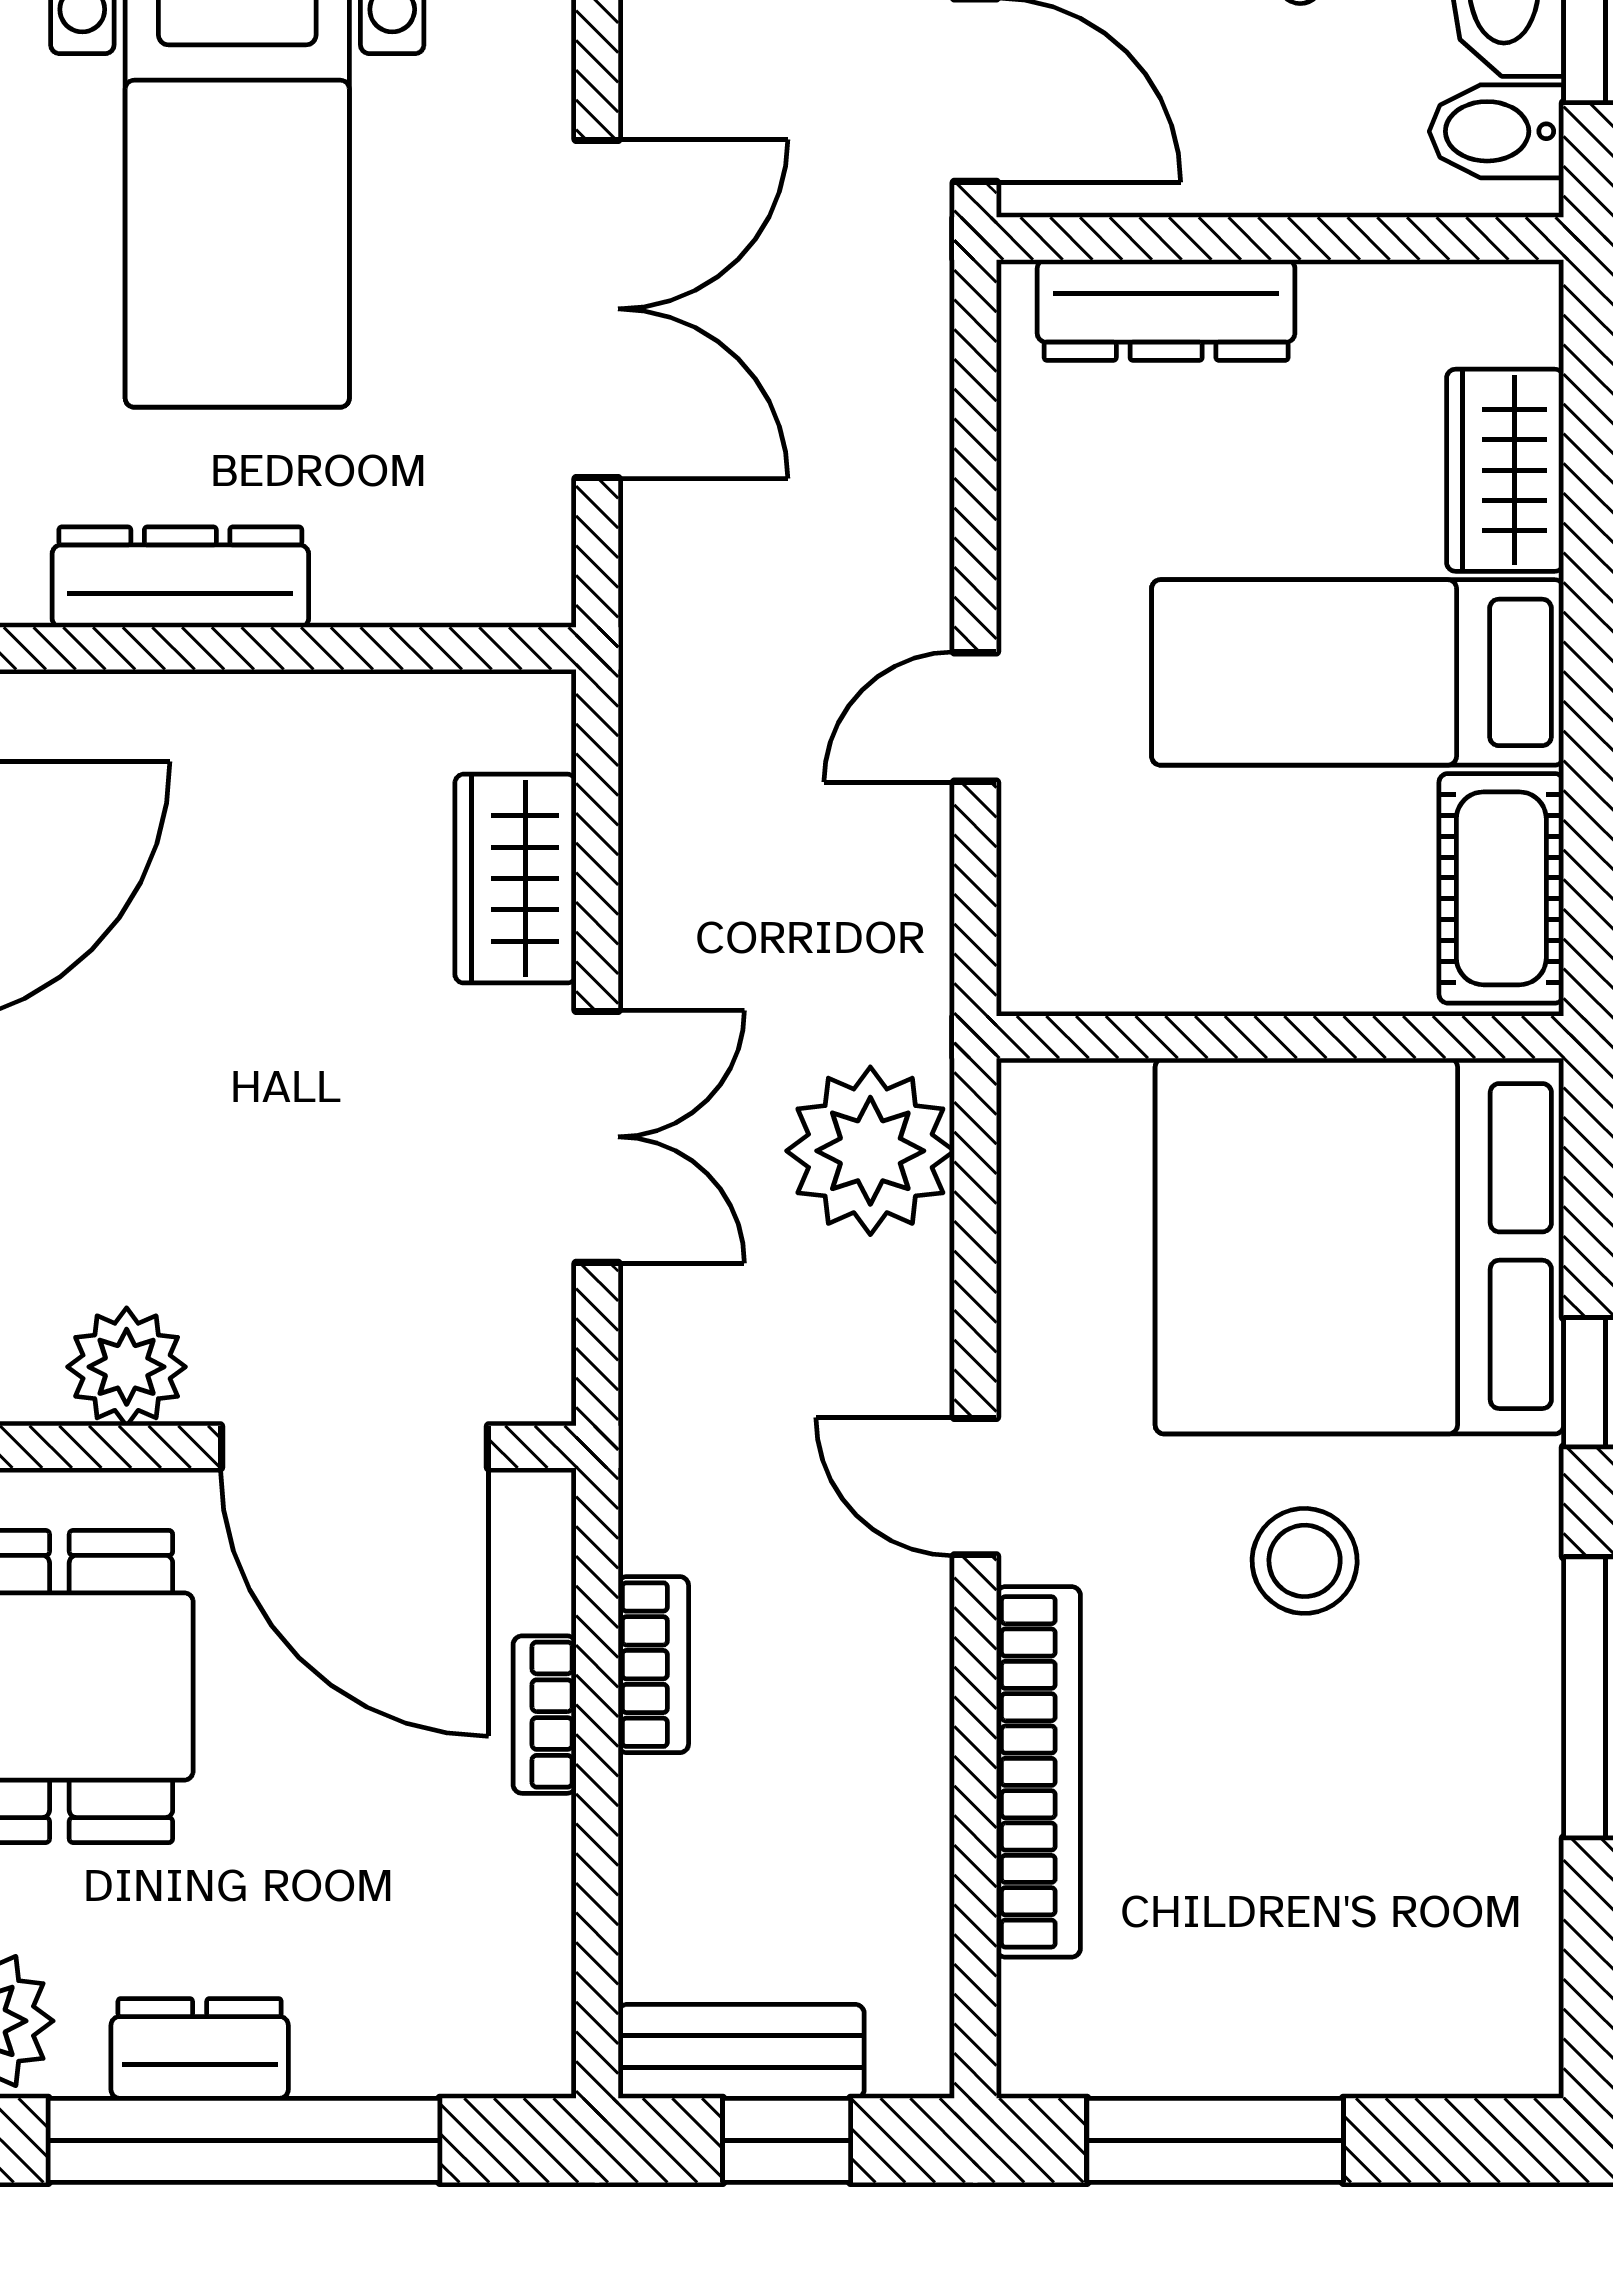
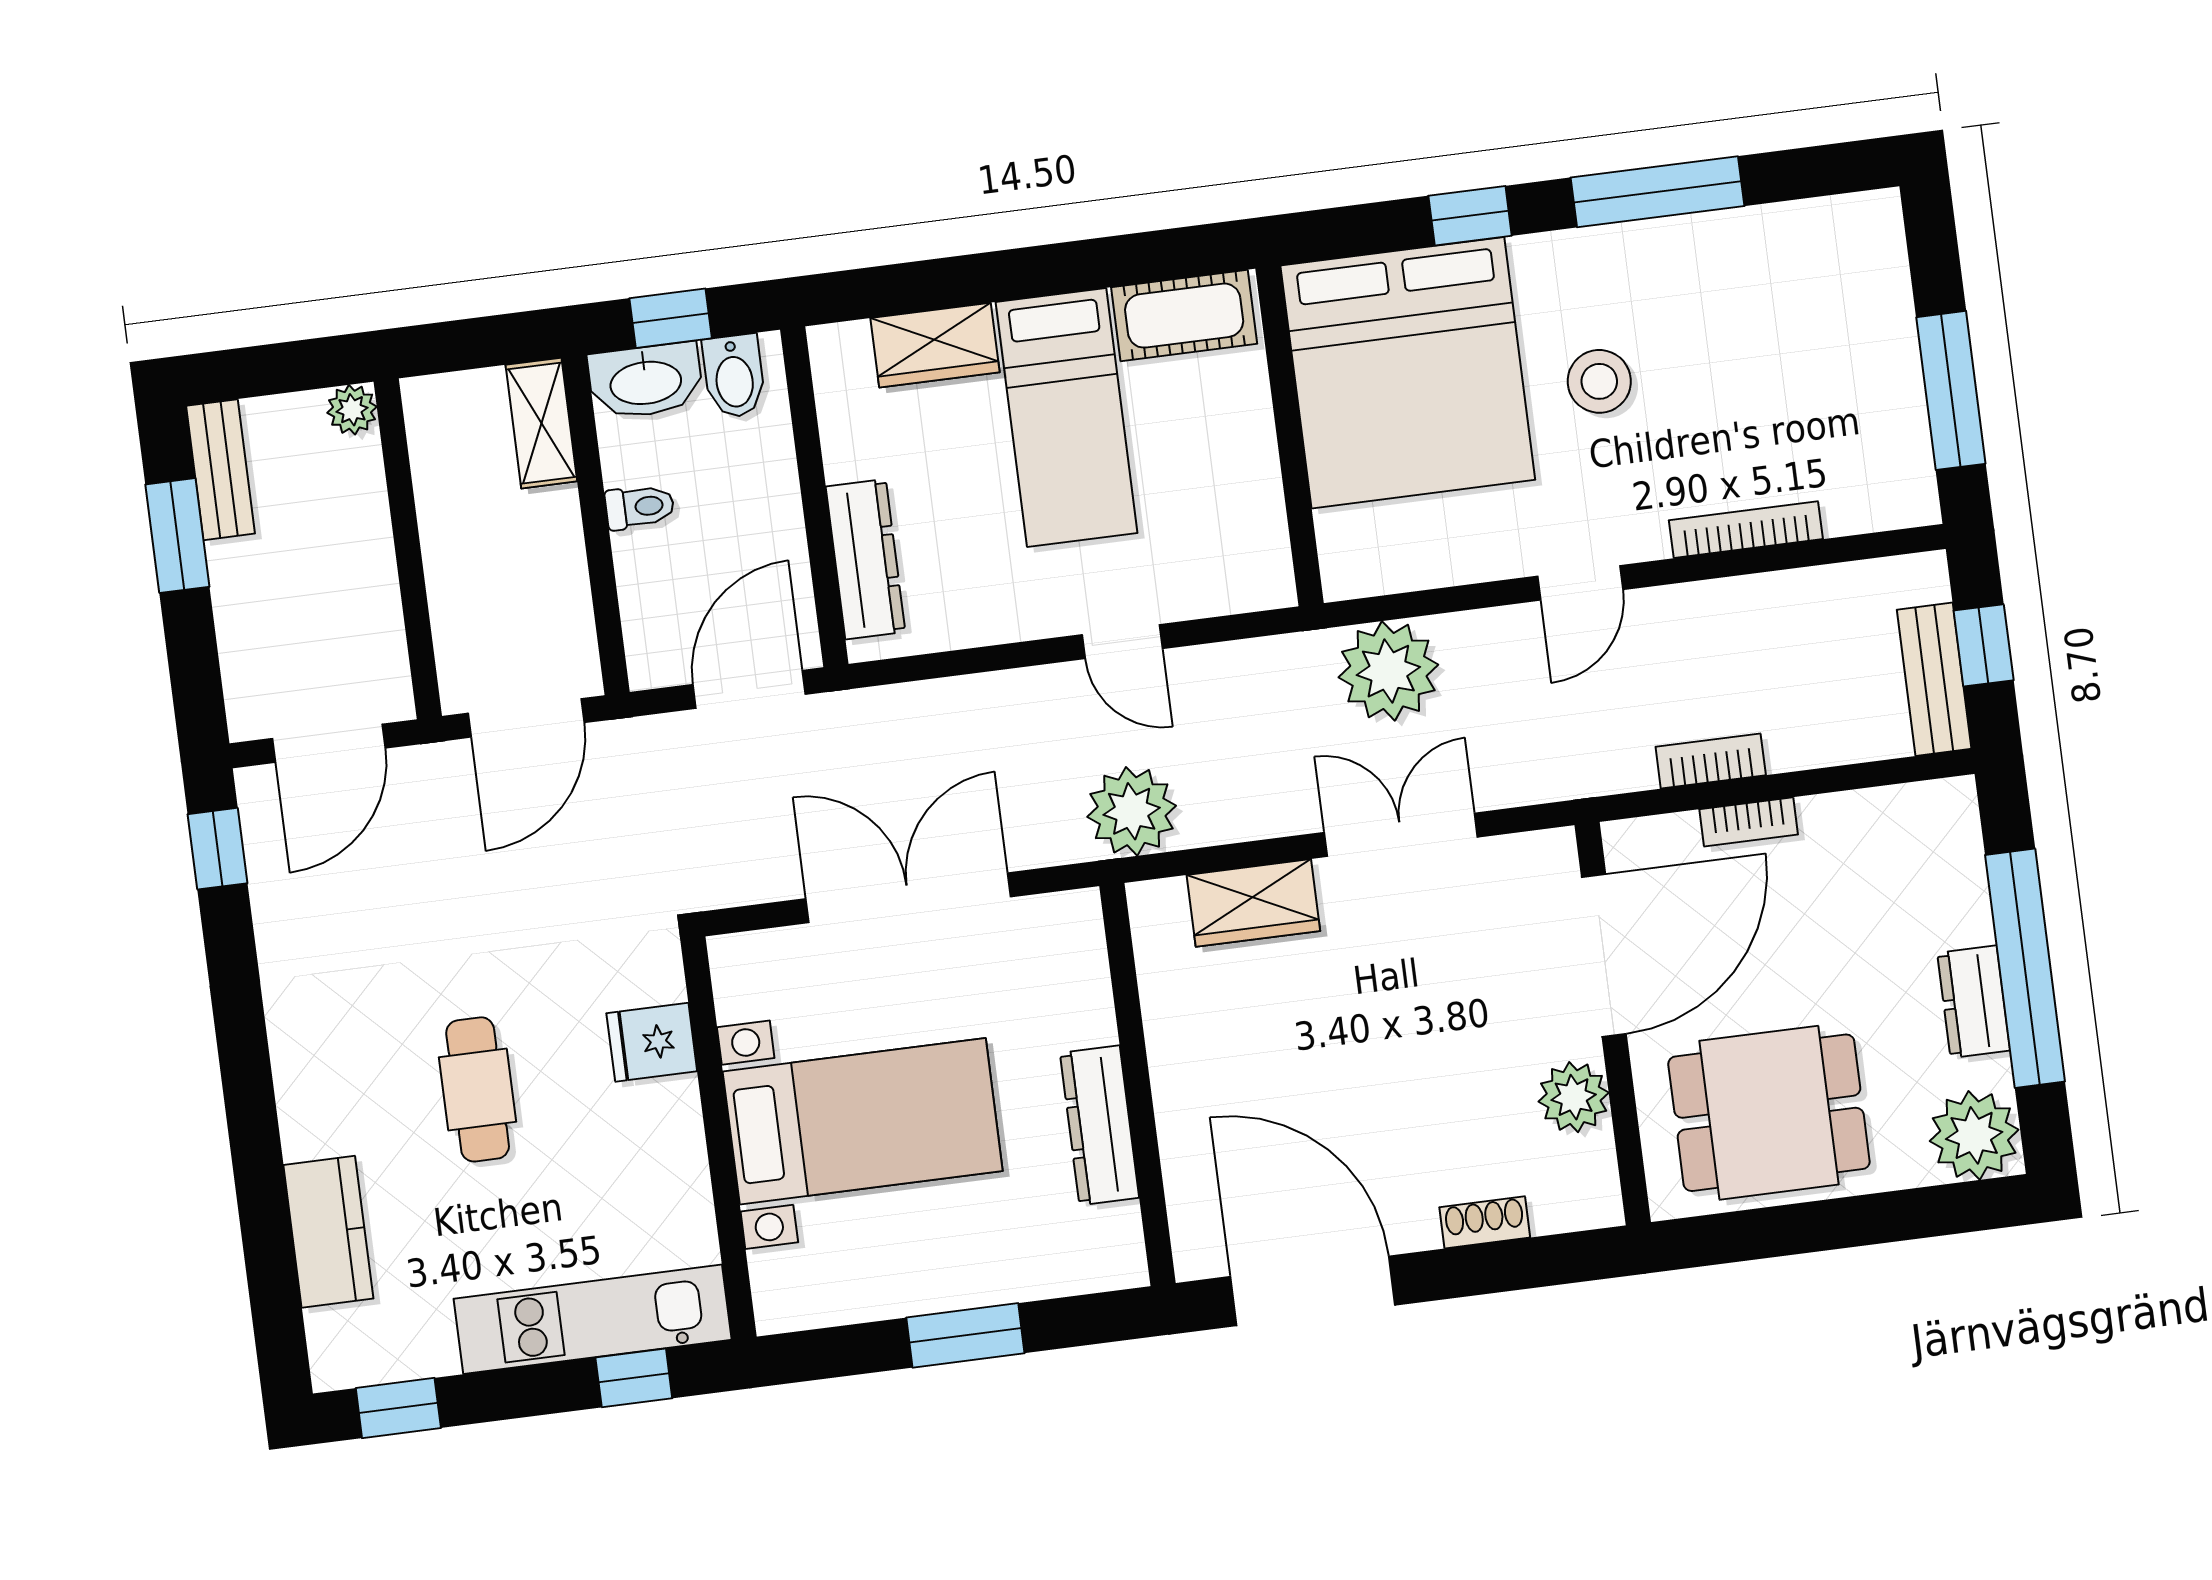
plant: (693, 697) -> (1132, 811), added
bookcase: (1038, 1772) -> (1746, 530), width x0.68, depth x0.76

